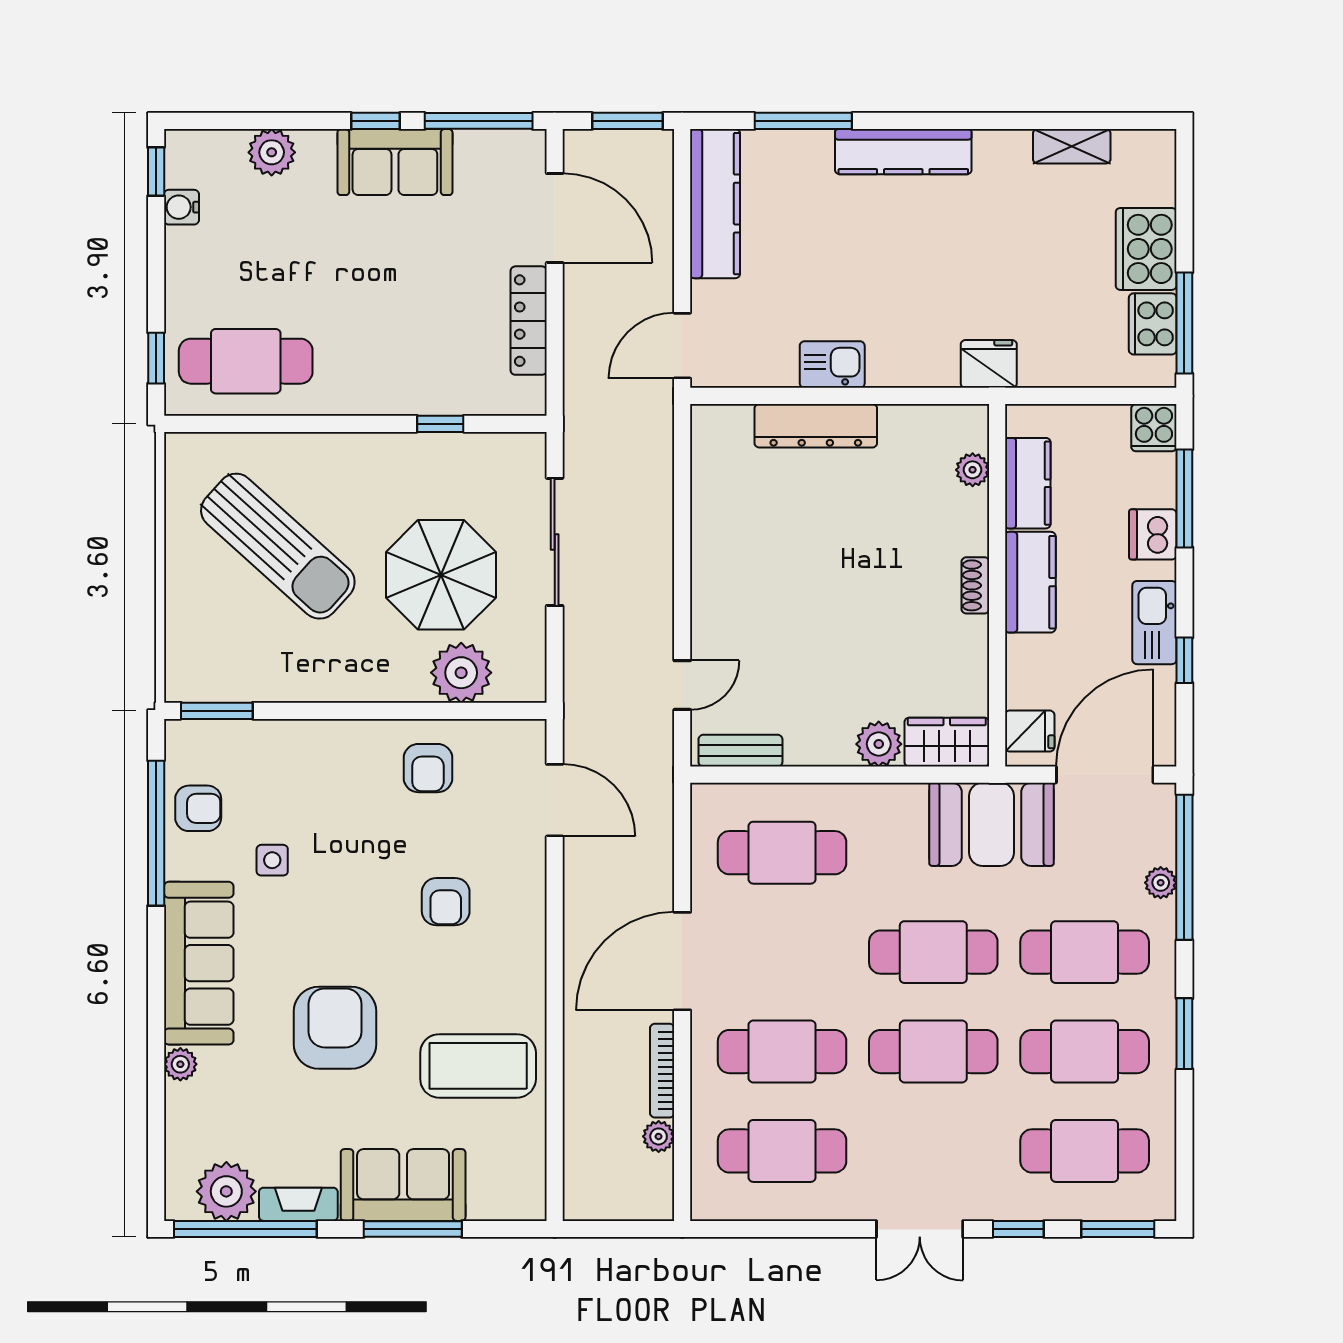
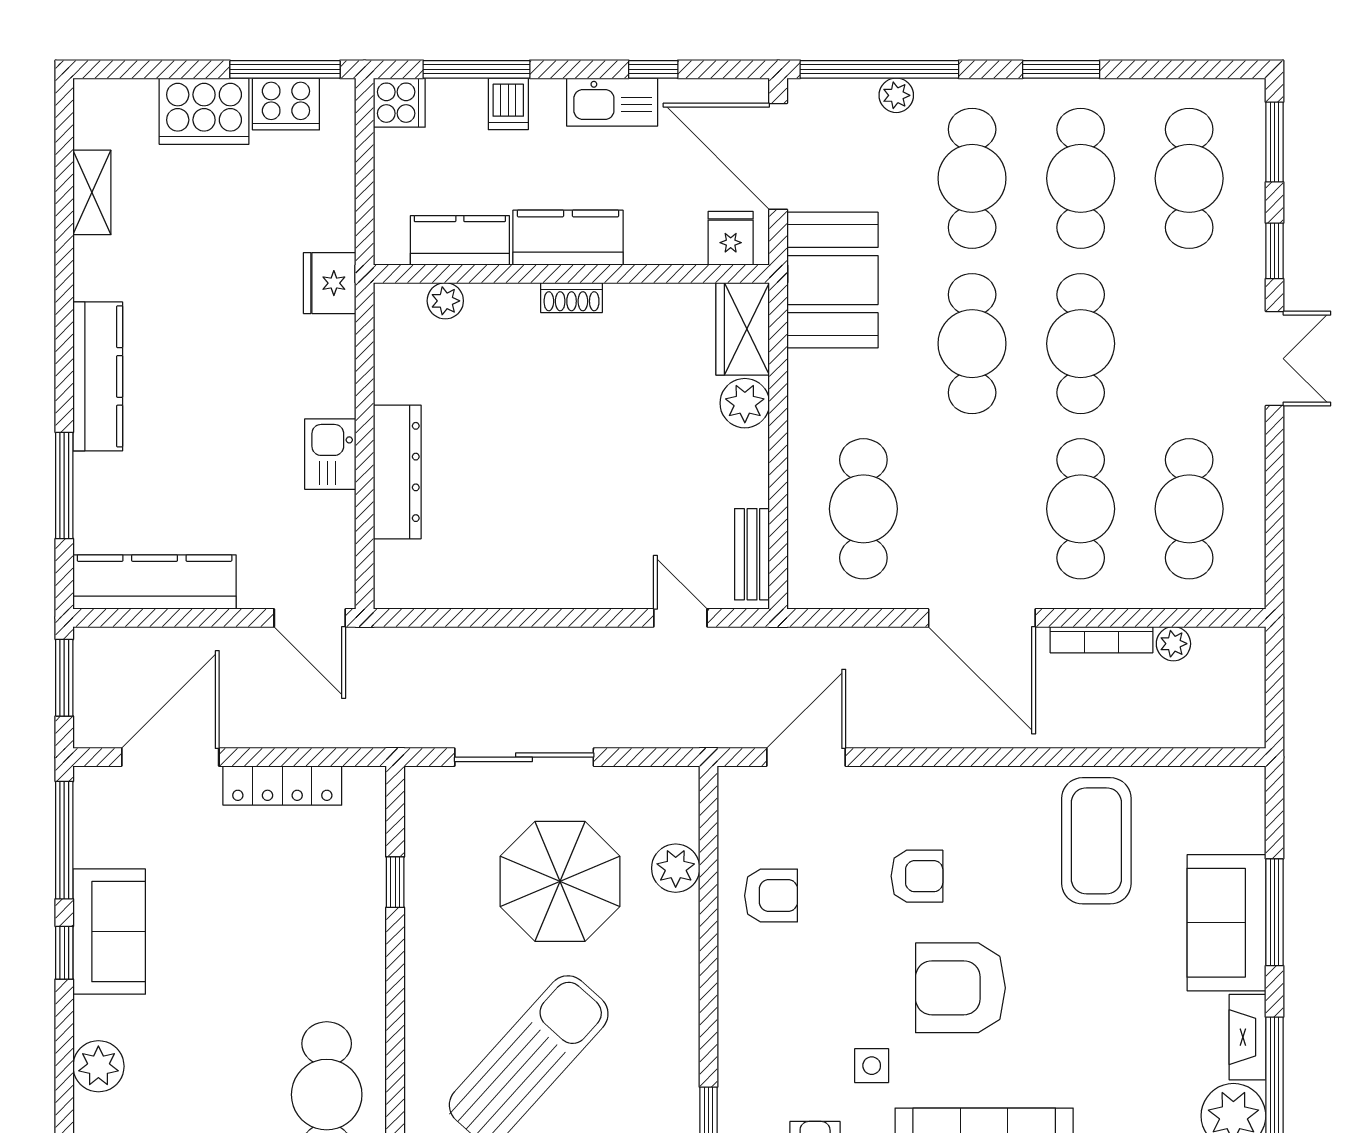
dishwasher: (1153, 534) -> (508, 104), width x0.73
plant: (461, 673) -> (676, 868), width x0.73, depth x0.73
armchair: (335, 1028) -> (960, 988), moved

